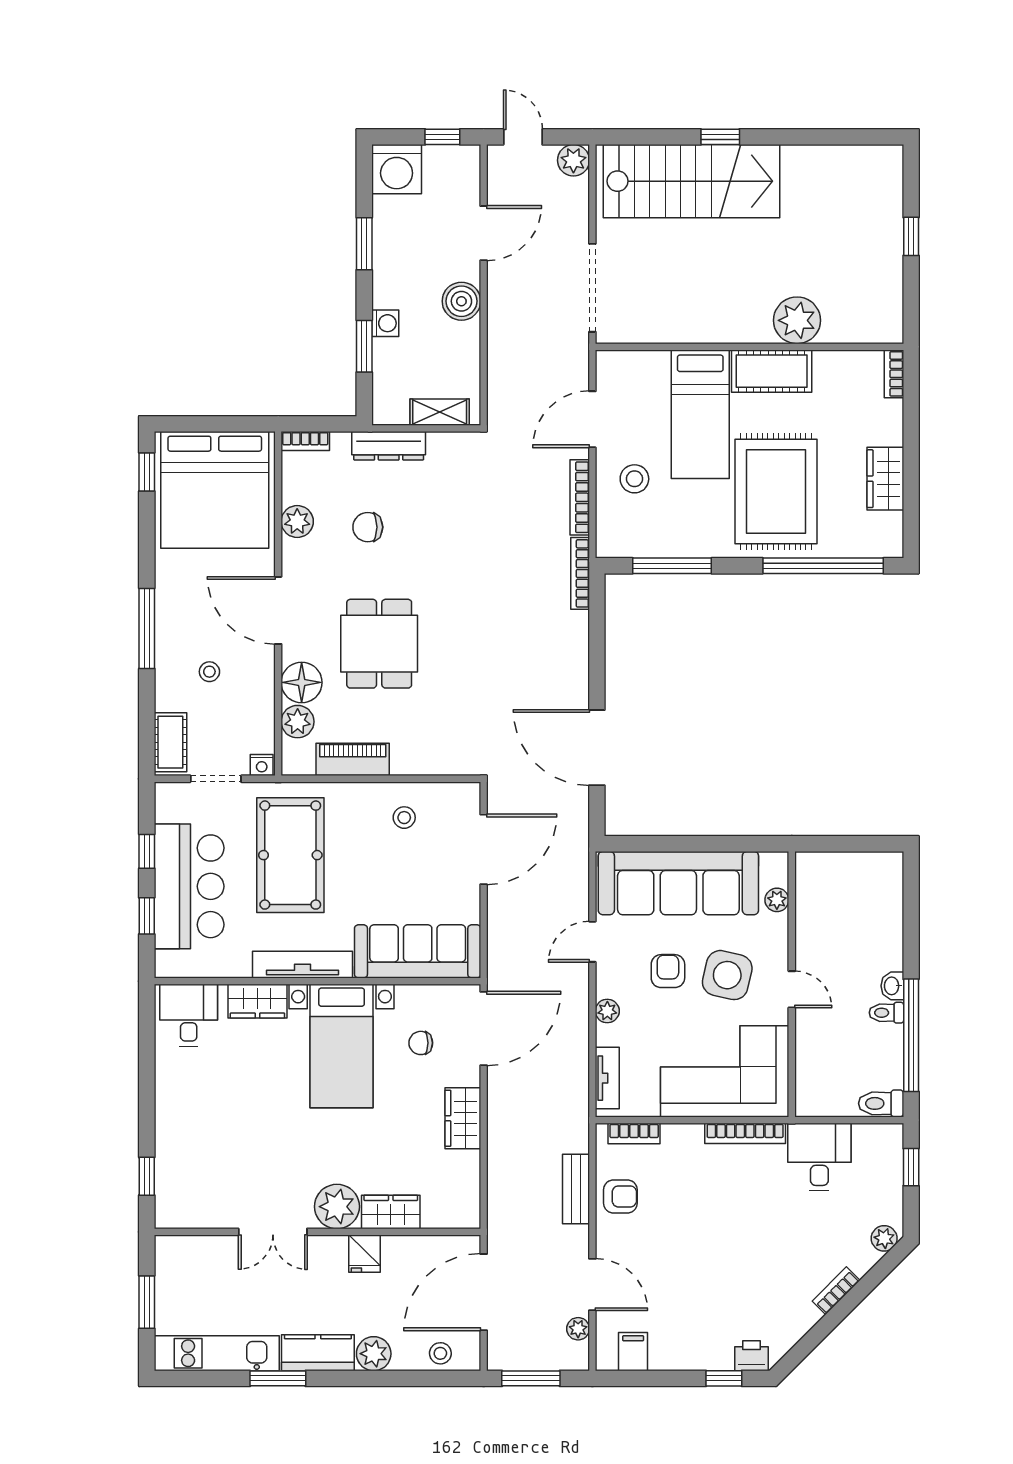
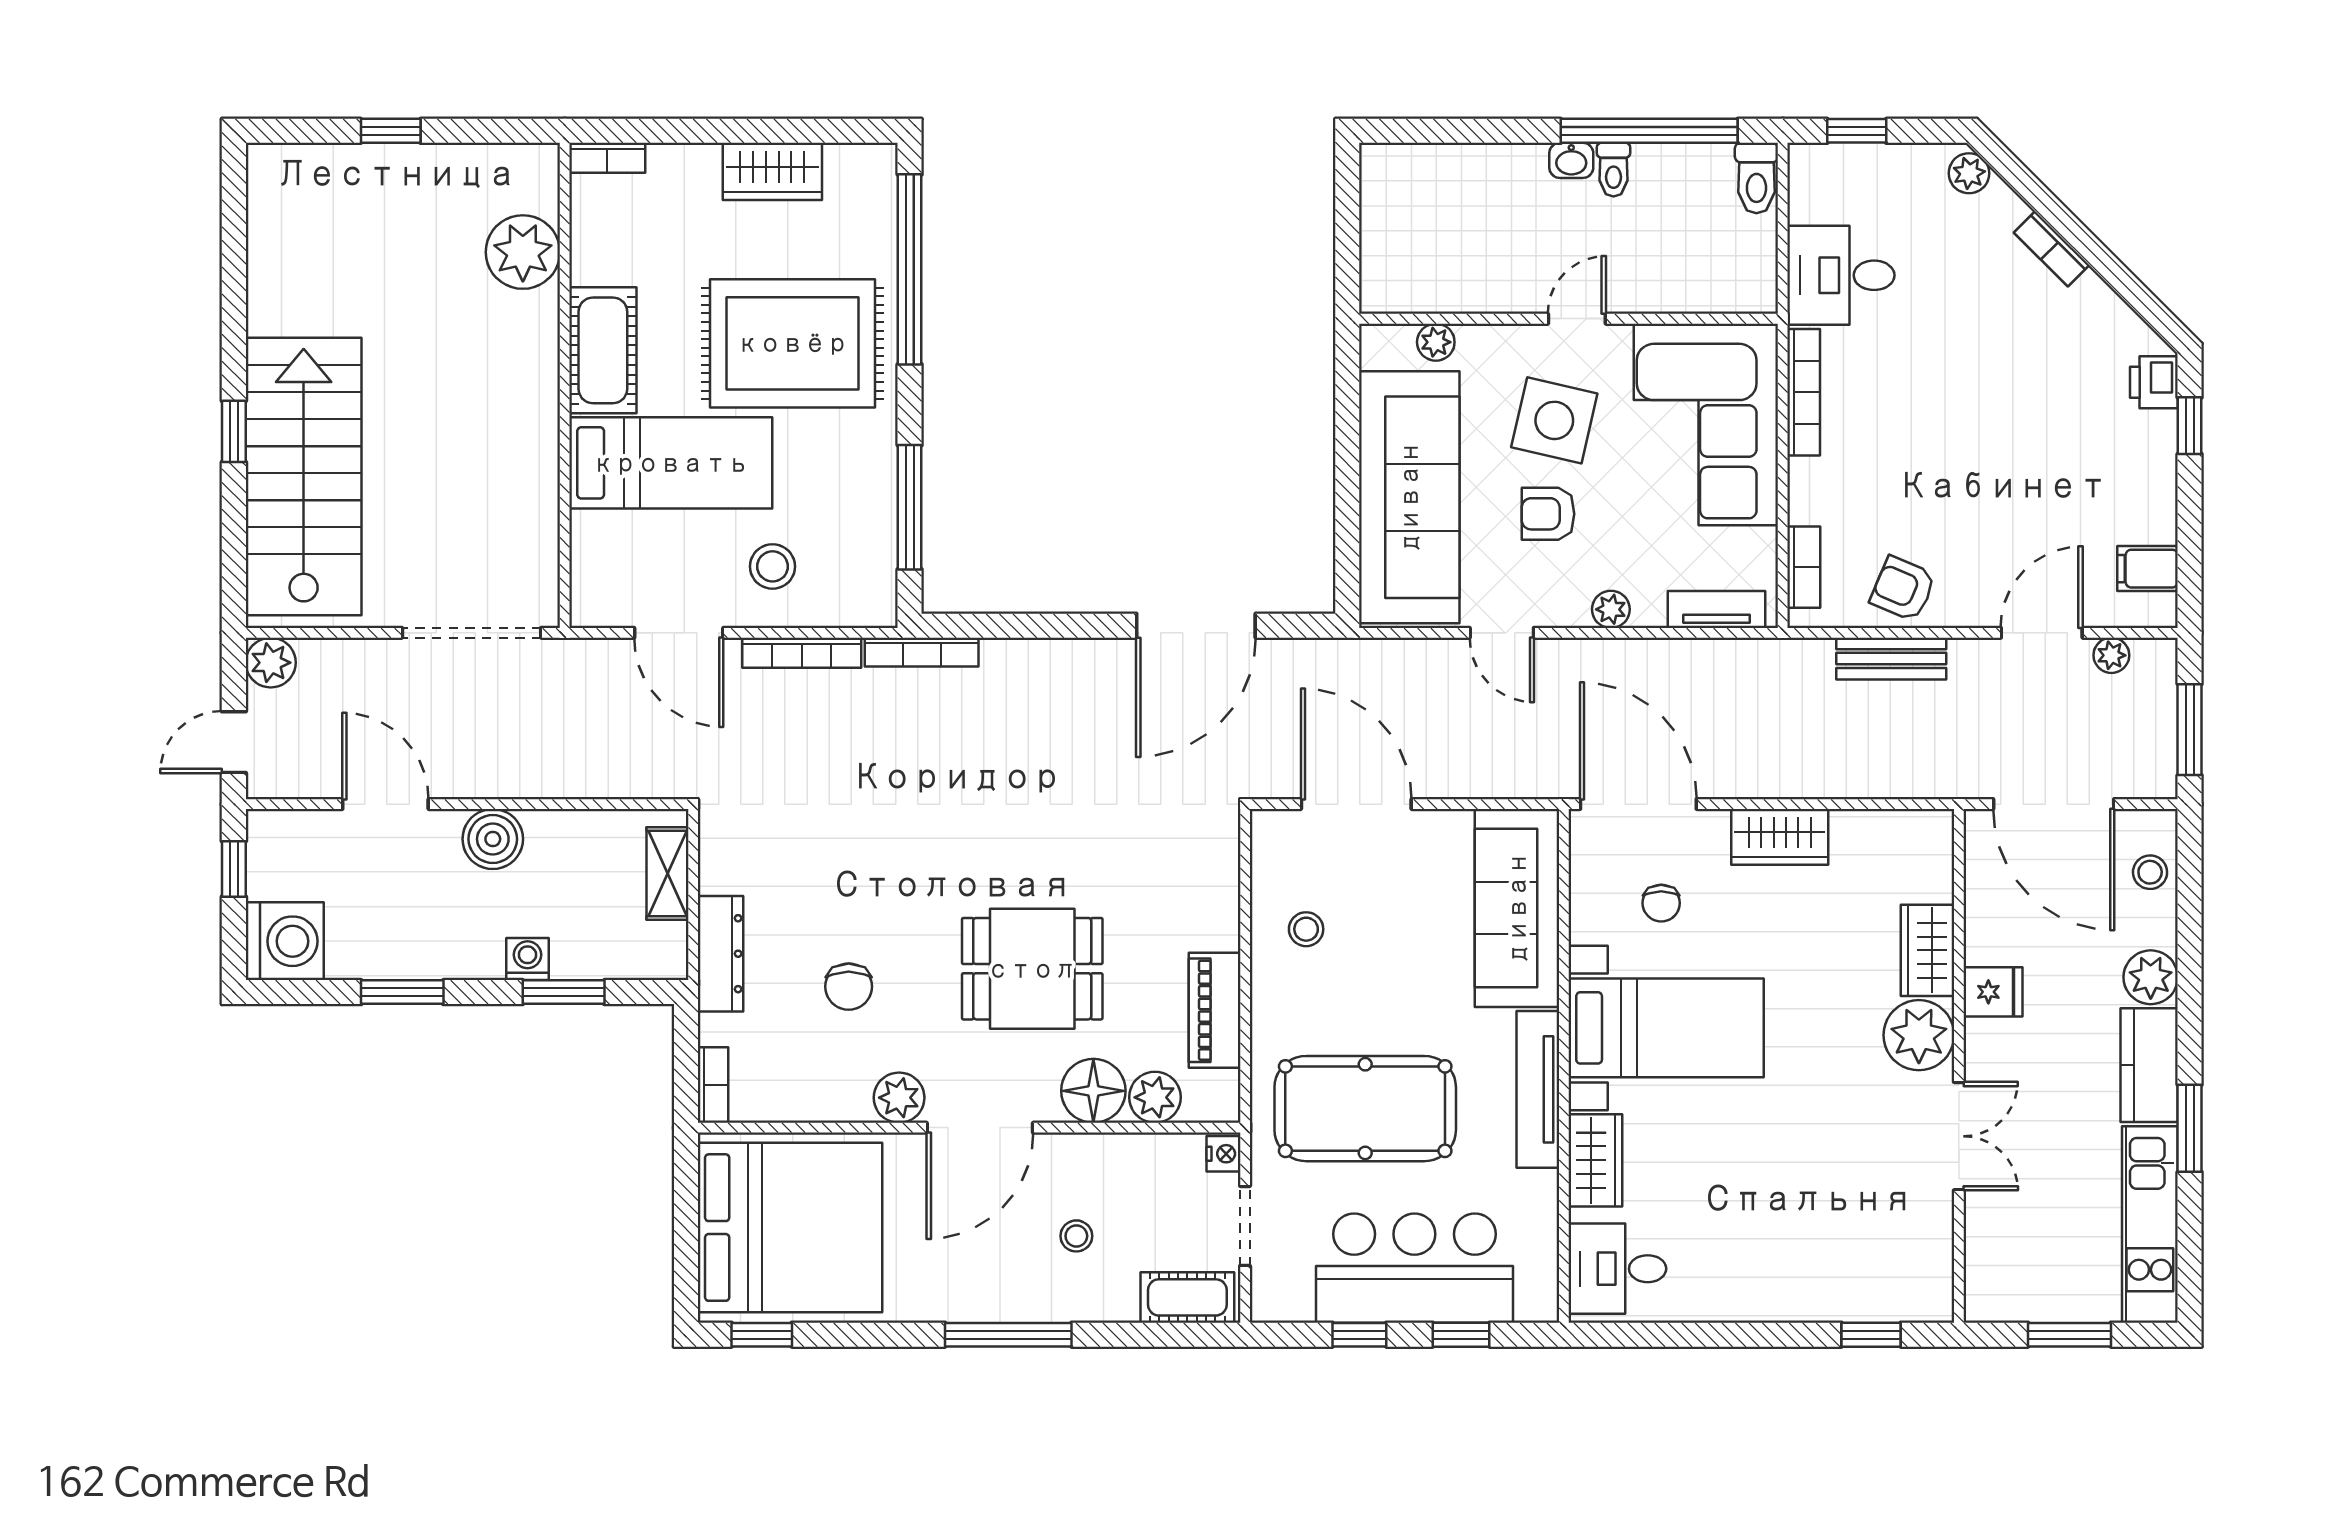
plant: (797, 320) -> (523, 252), moved
plant: (297, 521) -> (899, 1098), moved
armchair: (620, 1196) -> (1903, 589), turned -67

